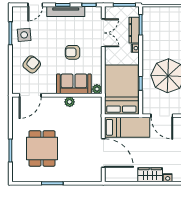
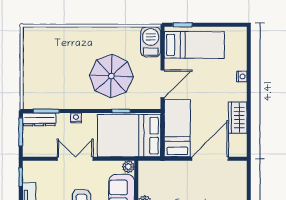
dresser: (134, 30) -> (39, 119), moved
double door: (103, 33) -> (75, 159), moved
wardrobe: (150, 175) -> (238, 118), moved

